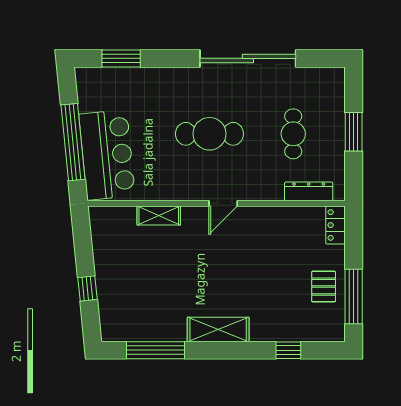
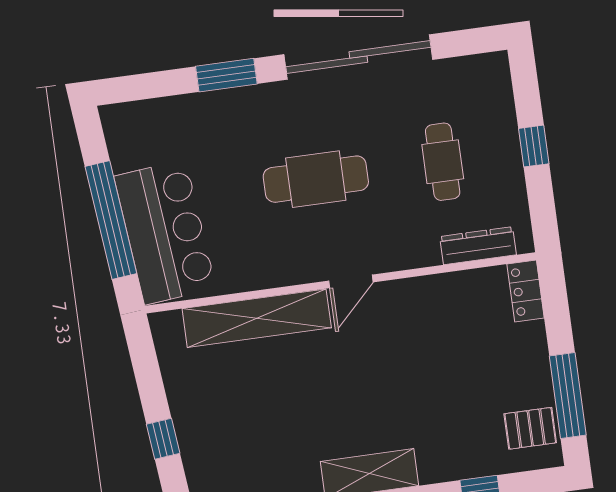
window: (121, 58) -> (226, 75), moved
window: (354, 132) -> (534, 146), width x0.67
shelving: (159, 216) -> (257, 318), width x2.20, depth x1.33
pallet: (324, 287) -> (530, 428), moved, turned 90

